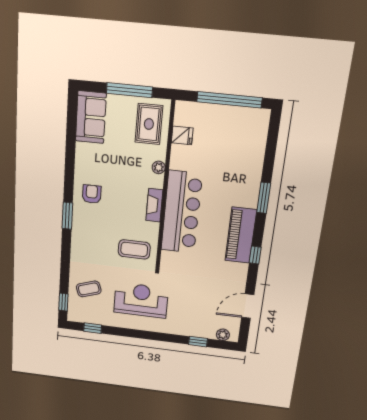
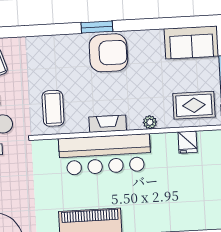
armchair: (92, 194) -> (108, 53), width x1.88, depth x1.88
window: (67, 216) -> (97, 27), moved

